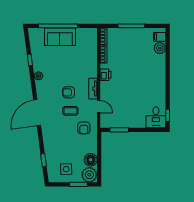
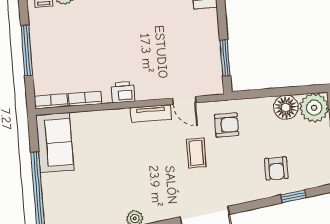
sofa: (60, 37) -> (55, 143), moved
armchair: (69, 92) -> (276, 168), moved
door: (99, 107) -> (184, 100), swing flipped
side table: (66, 169) -> (307, 152), removed

